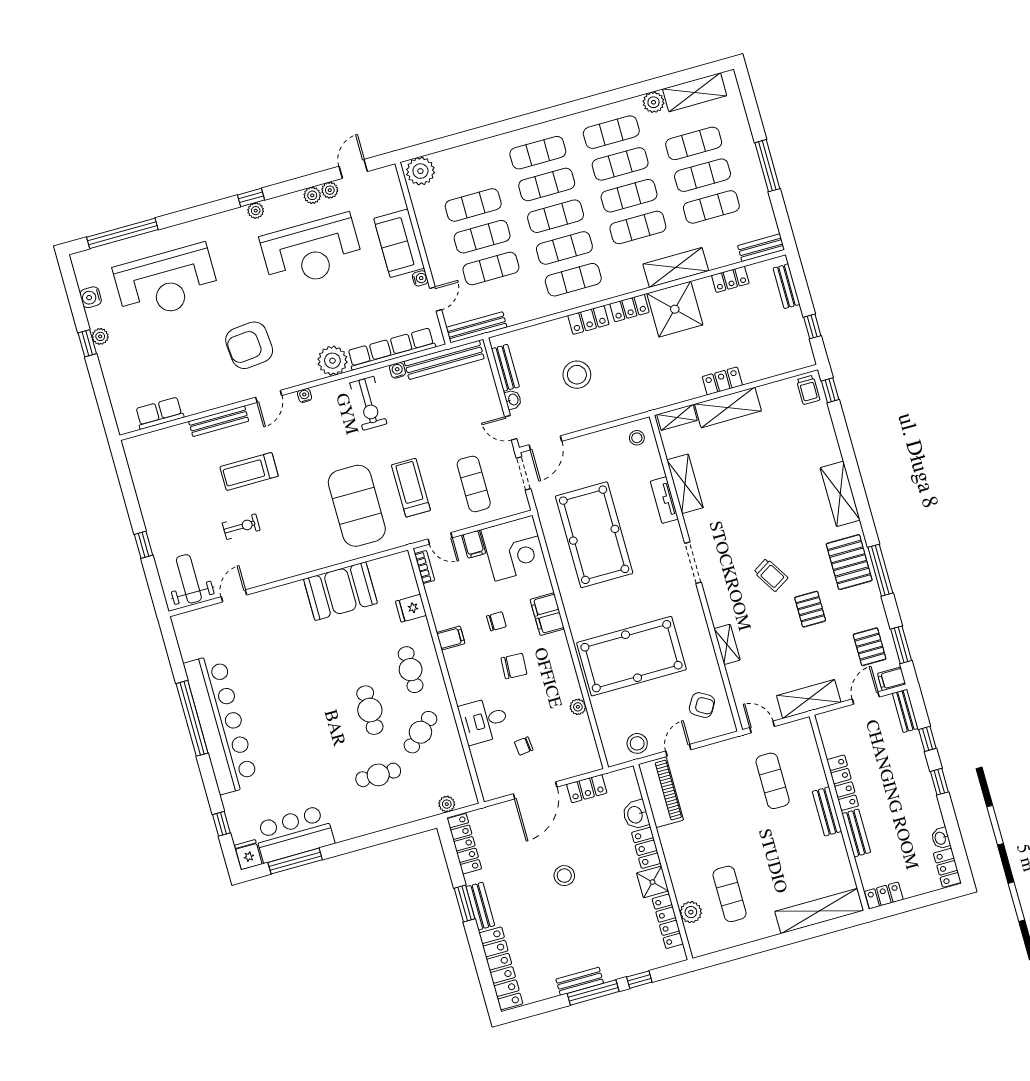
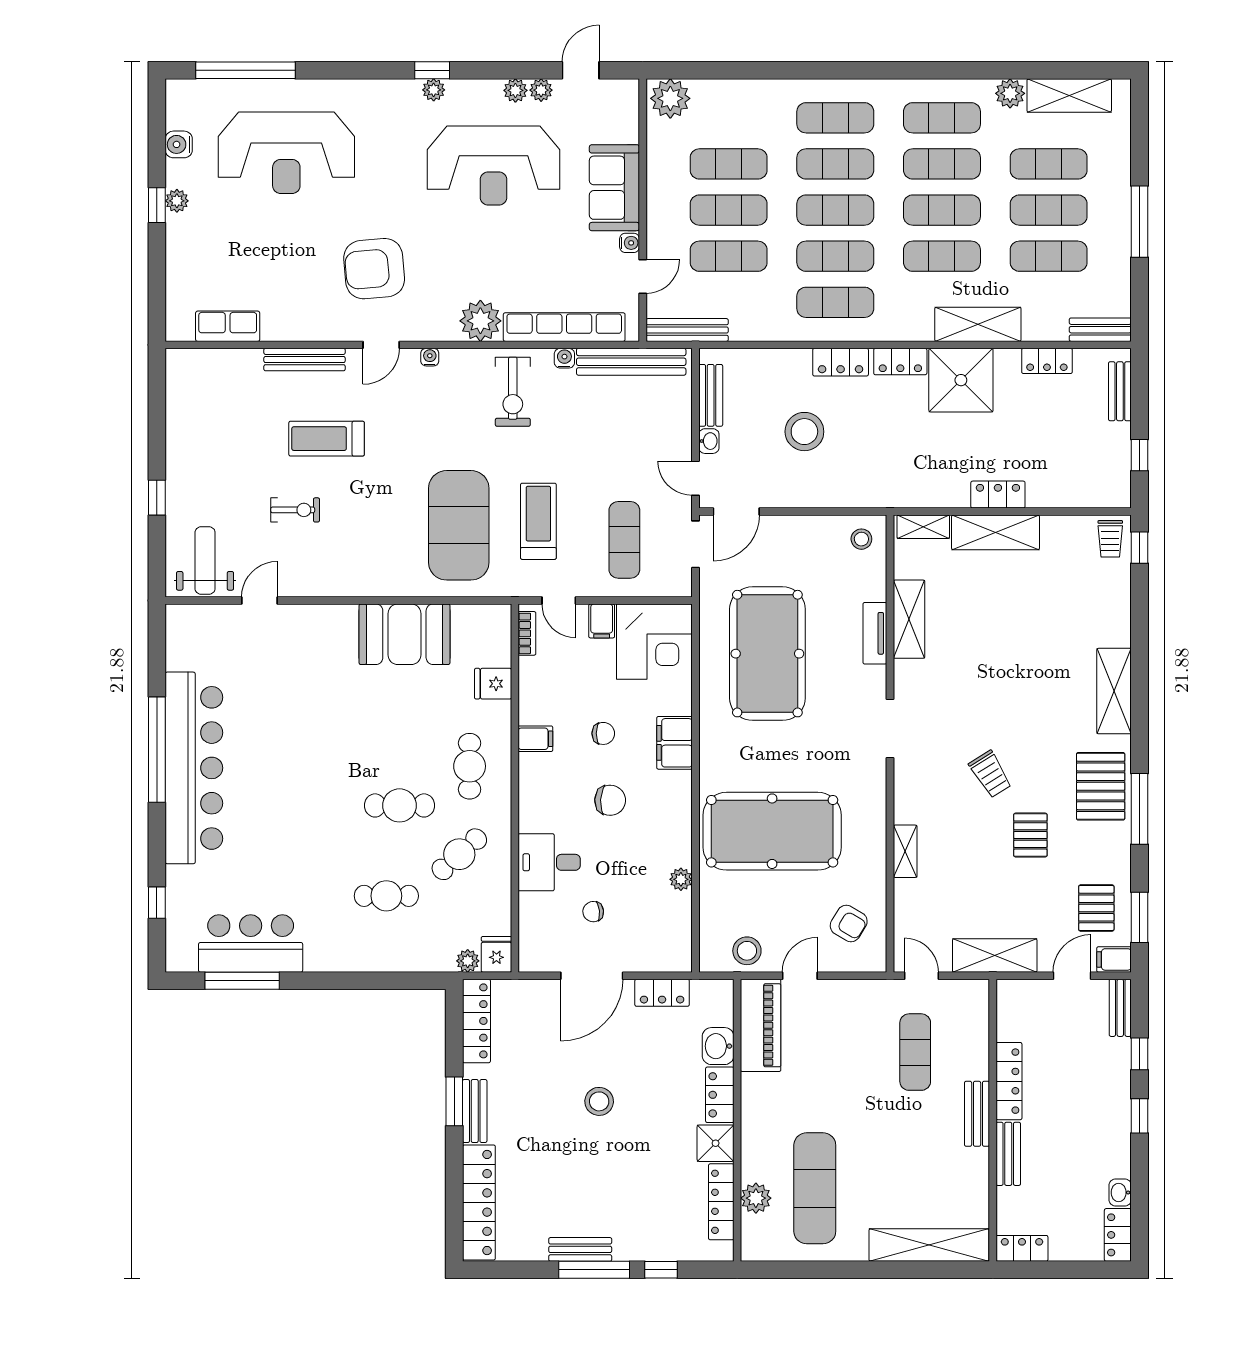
cafe table: (370, 710) -> (399, 805), turned 90
fridge: (248, 855) -> (496, 954), moved
exercise mat: (730, 894) -> (815, 1188), width x1.36, depth x1.45

